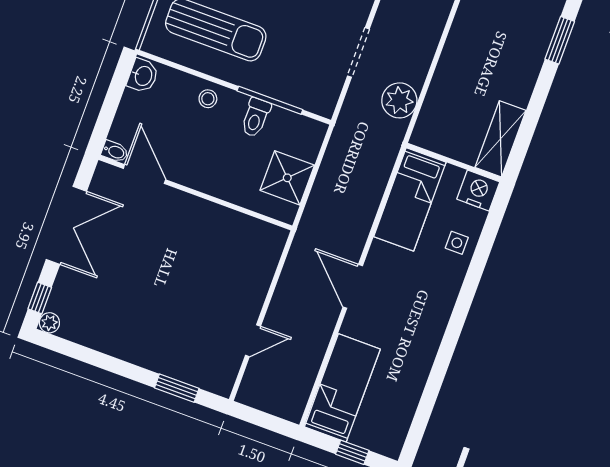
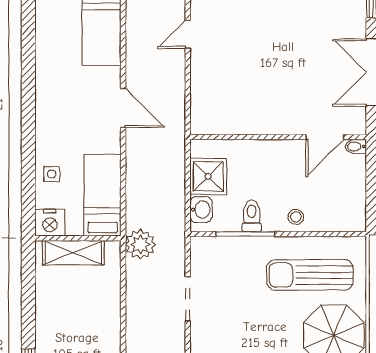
washbasin: (143, 76) -> (201, 210), moved, turned 180
plant: (399, 100) -> (140, 244), moved
shelving: (501, 139) -> (73, 253), moved, turned 90
door: (144, 174) -> (325, 137), hinge flipped

